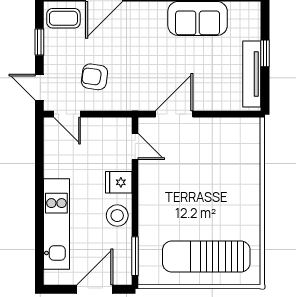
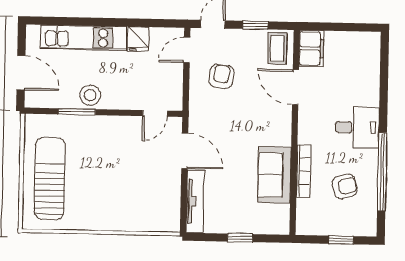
tv unit: (252, 74) -> (195, 201), moved, turned 90
fridge: (119, 182) -> (138, 39), moved, turned 180
window: (135, 256) -> (77, 112), moved

